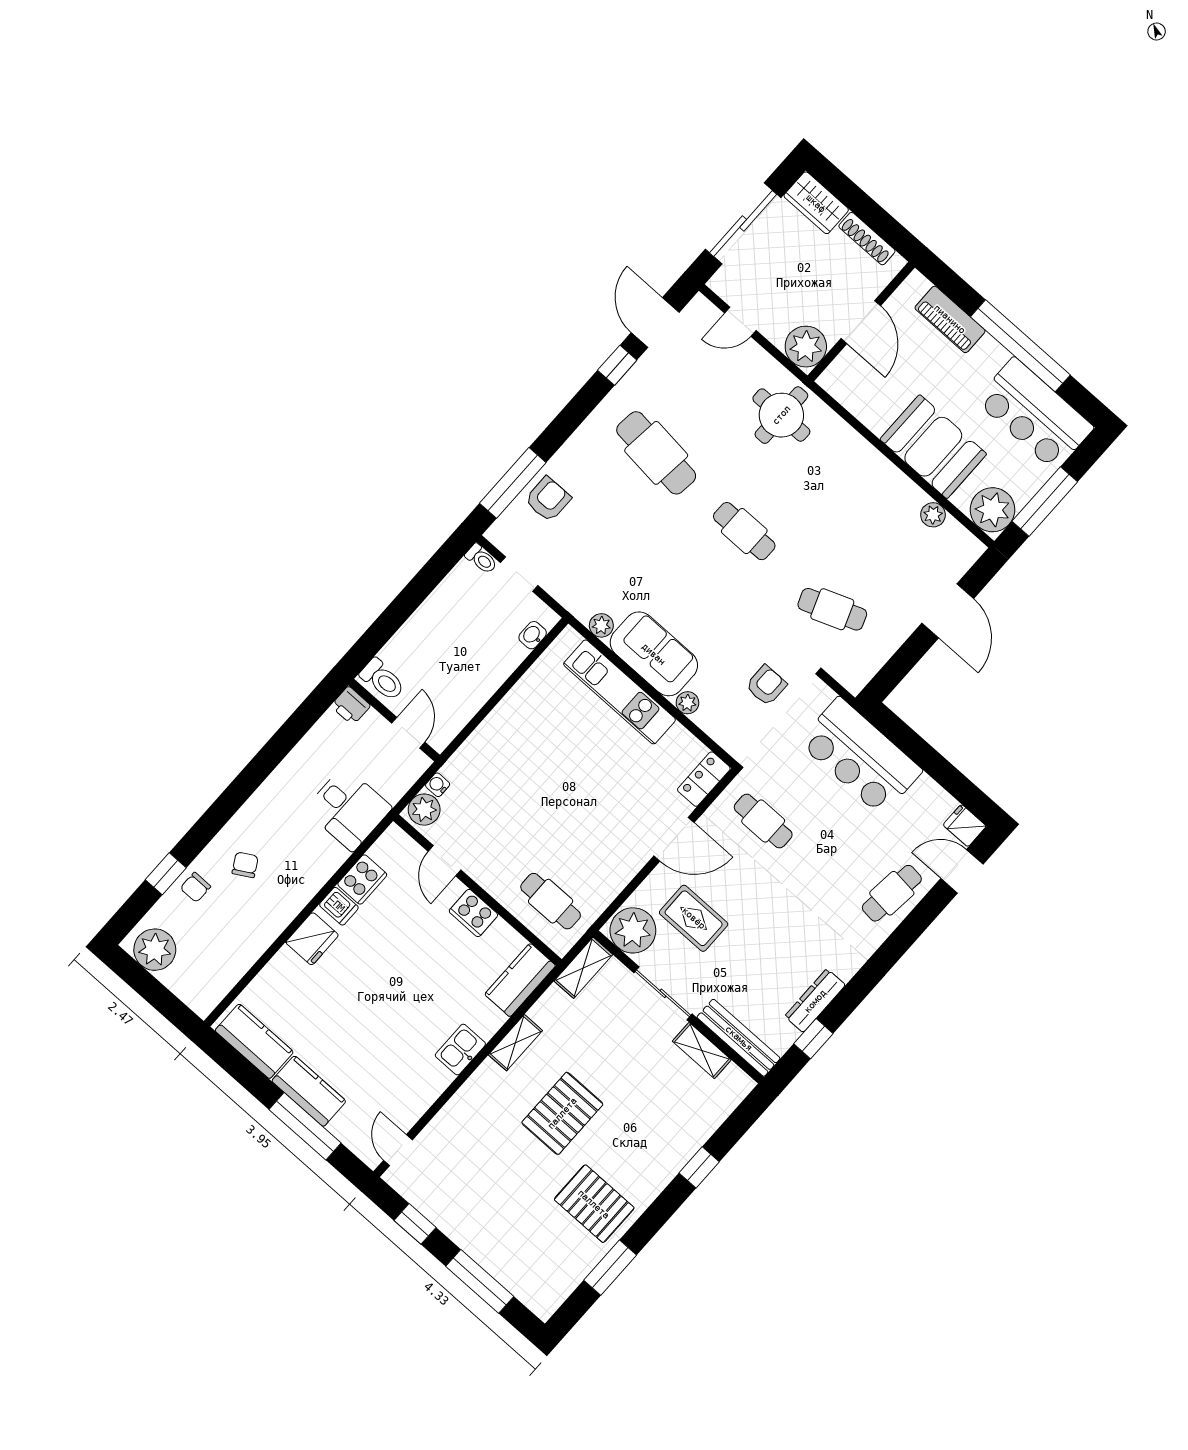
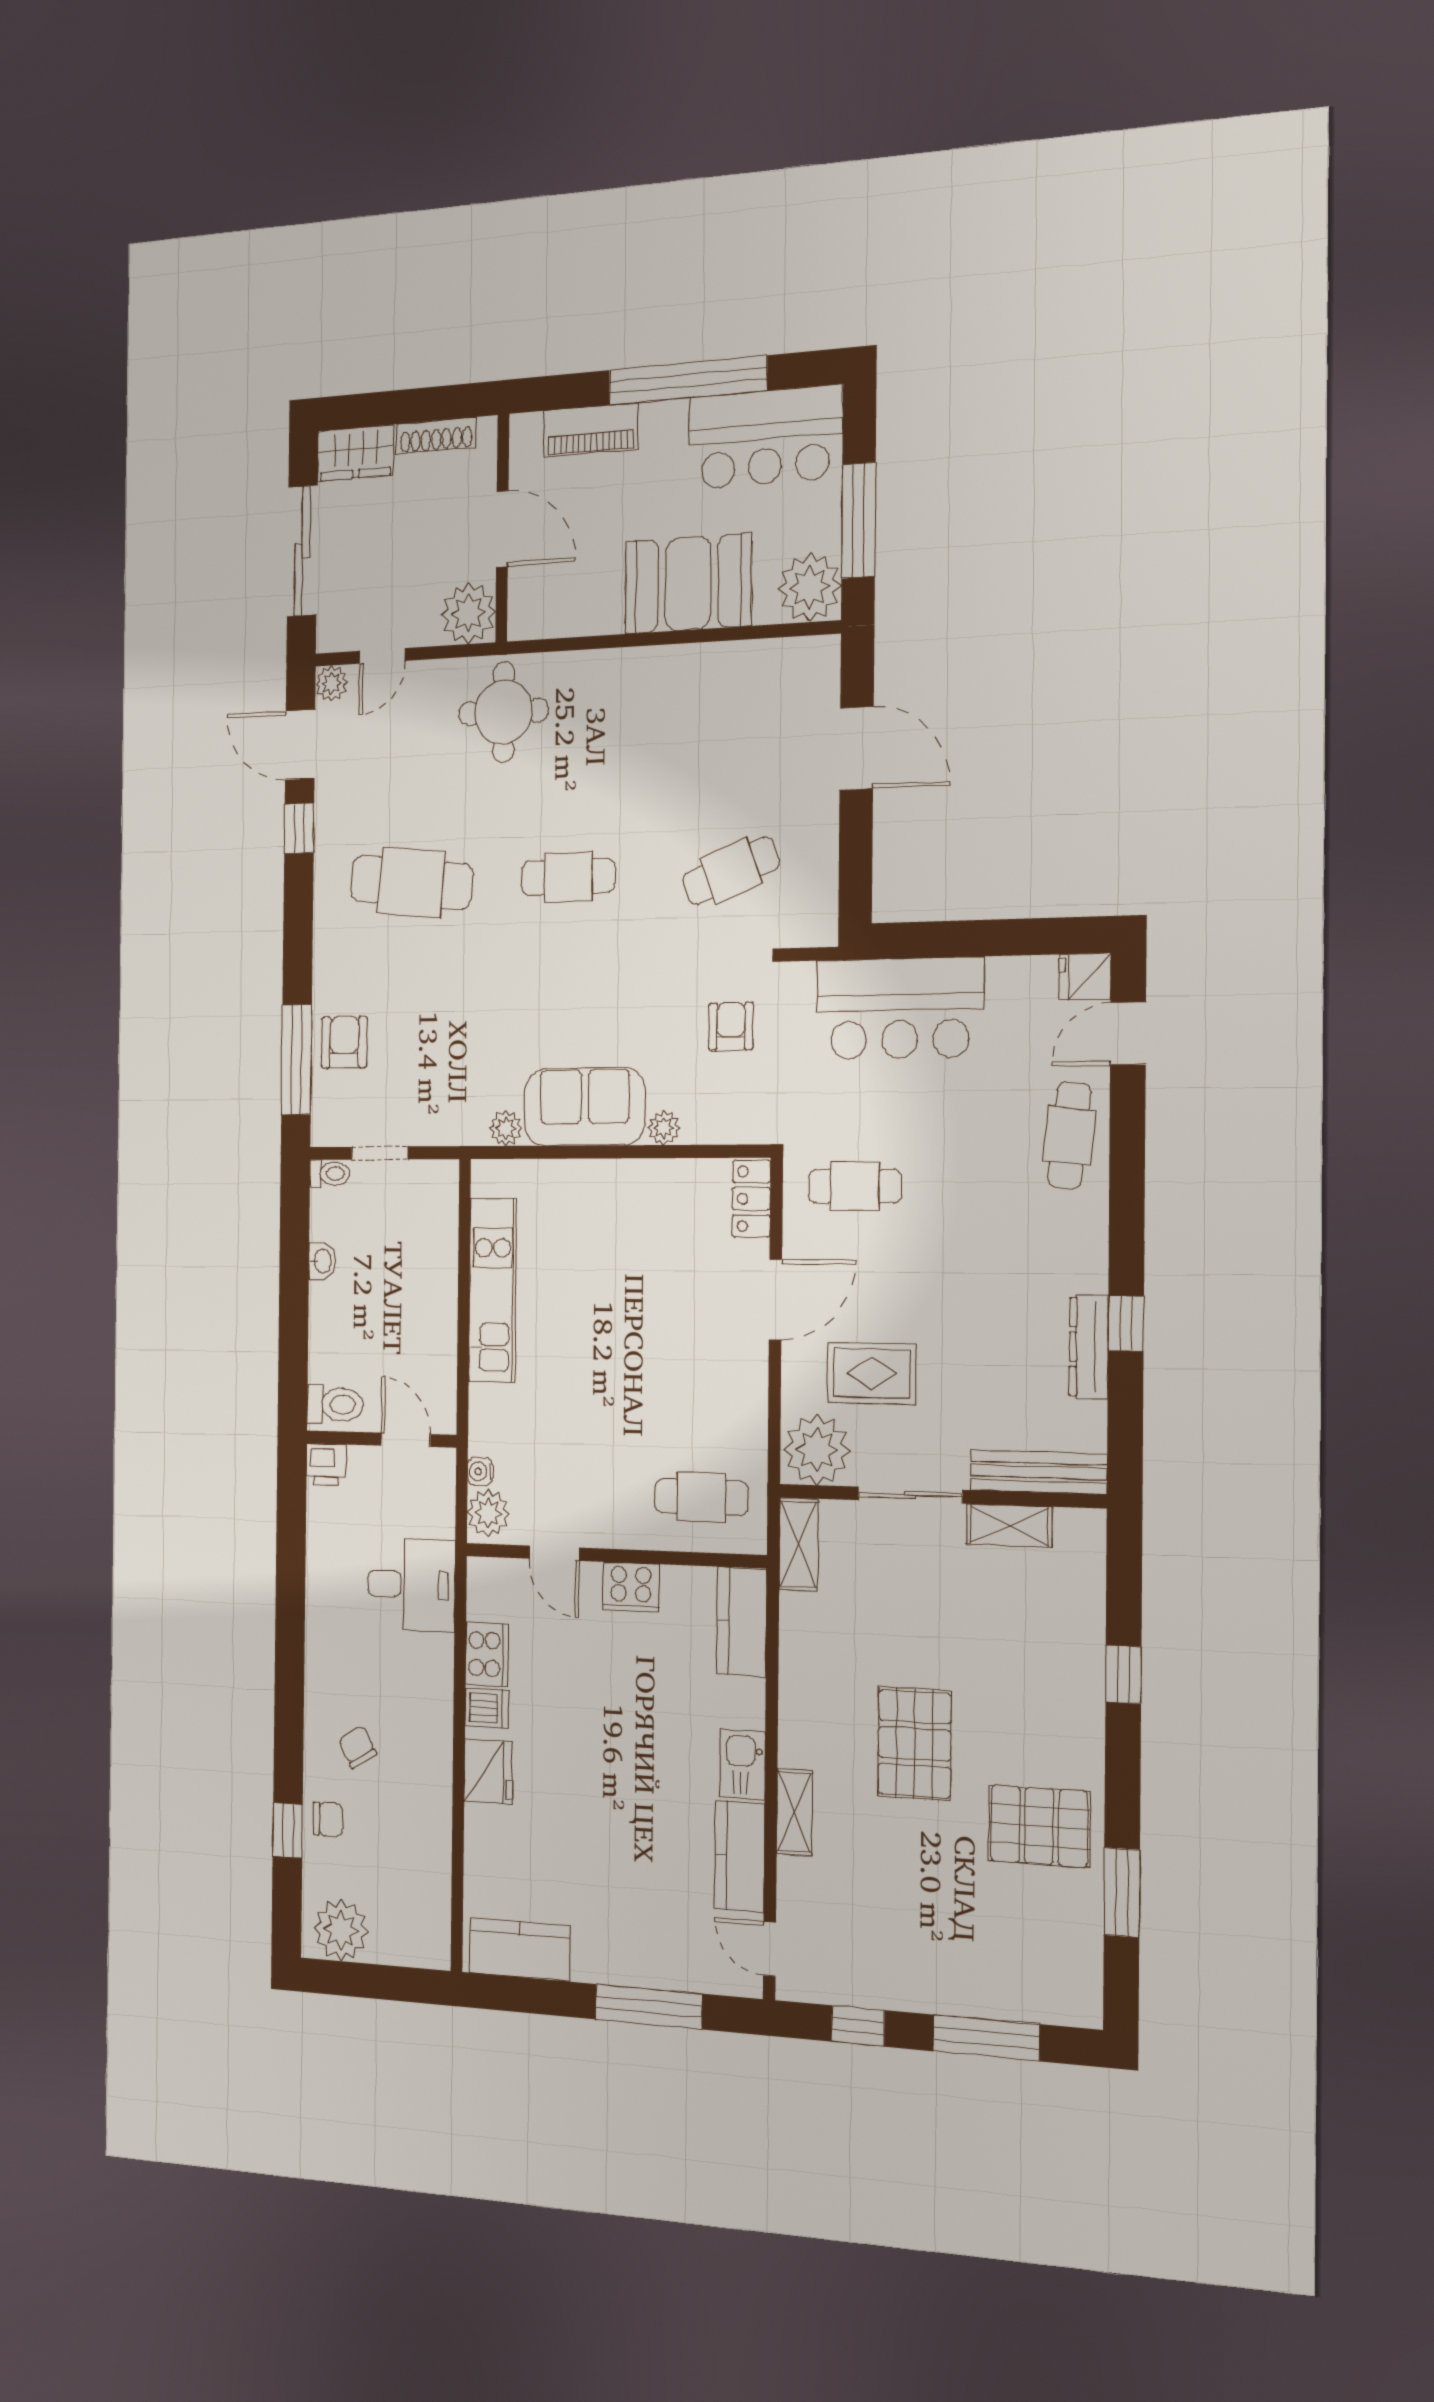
plant: (933, 515) -> (331, 683), moved
washbasin: (533, 635) -> (322, 1261), moved, turned 180
kitchen unit: (620, 692) -> (492, 1290), moved, turned -90
chair: (195, 887) -> (328, 1819), turned -90
window: (813, 1039) -> (1126, 1324), moved
shelving: (515, 1043) -> (794, 1812), moved
kitchen counter: (309, 1091) -> (739, 1856), moved, turned -90

